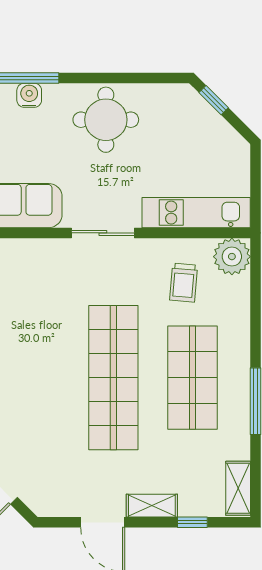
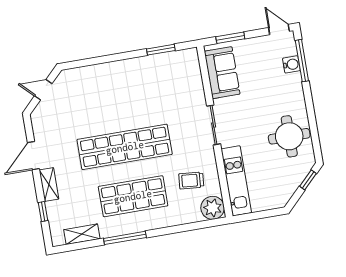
round table: (106, 120) -> (289, 136), moved
shelving: (238, 488) -> (82, 234), moved

